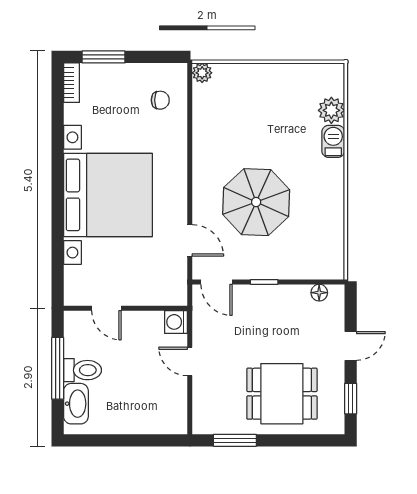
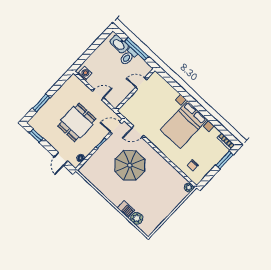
bed with nightstands: (108, 195) -> (184, 125), width x0.73
washing machine: (176, 322) -> (85, 74), moved
door: (351, 346) -> (61, 159), moved
dining table: (282, 394) -> (77, 122), moved
window: (235, 440) -> (41, 103), moved

